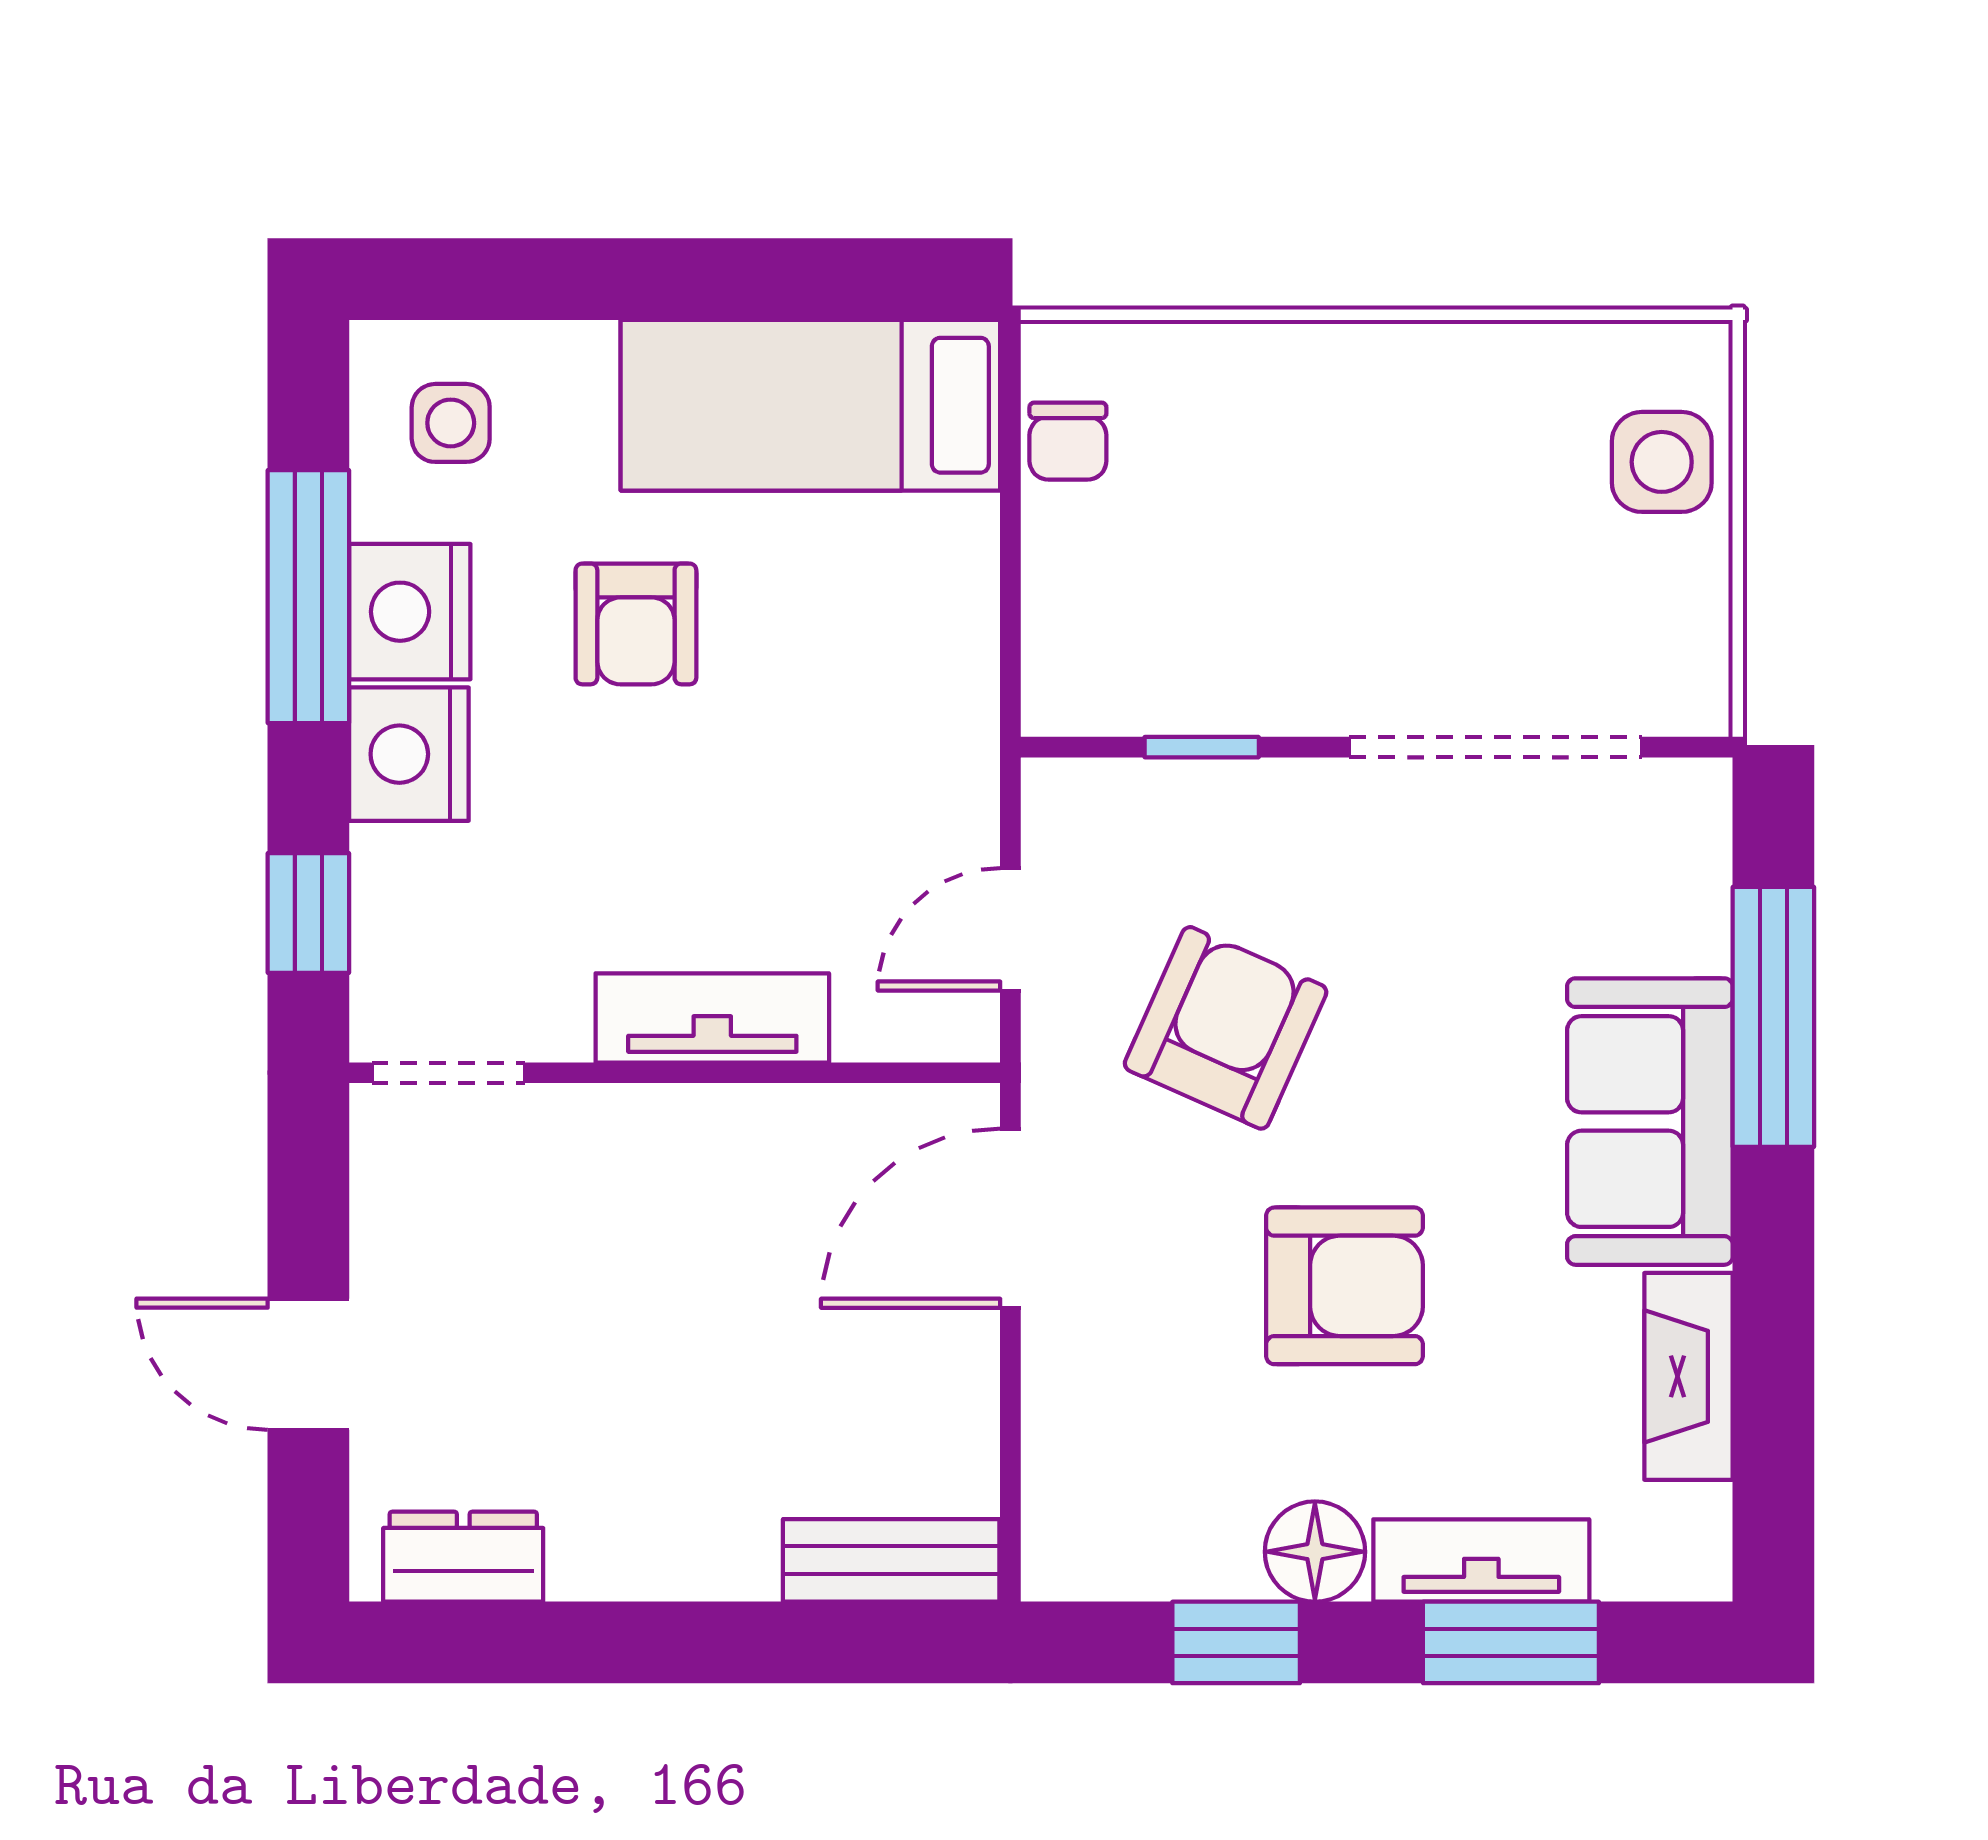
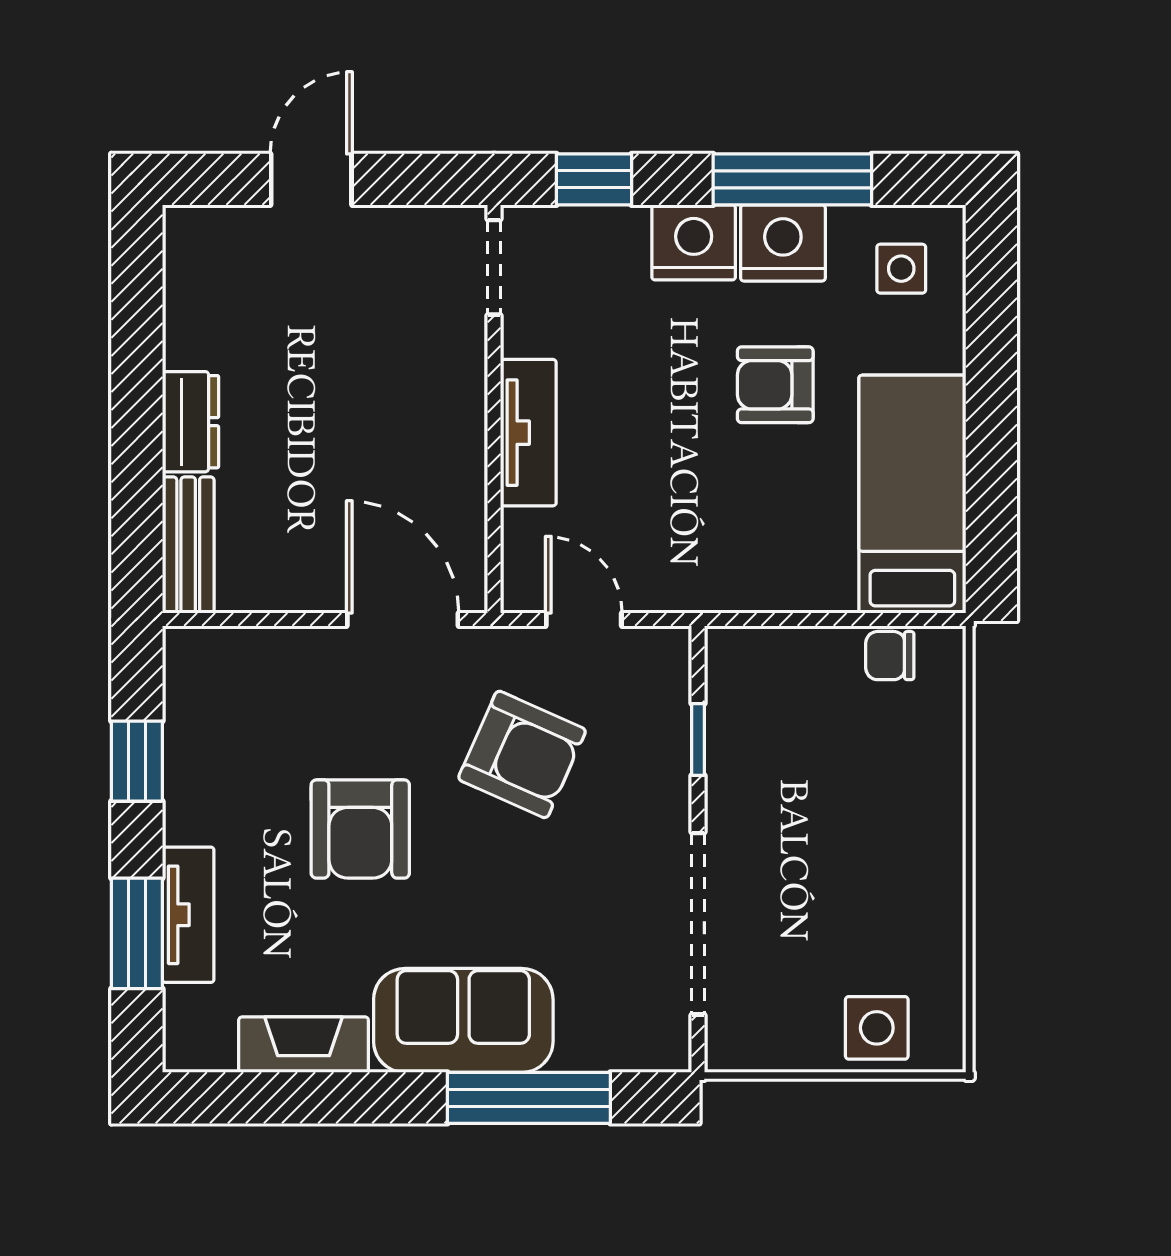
floor lamp: (1315, 1552) -> (194, 810), removed
dresser: (463, 1557) -> (190, 422), moved

